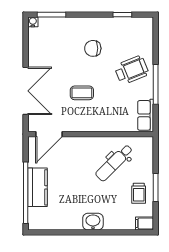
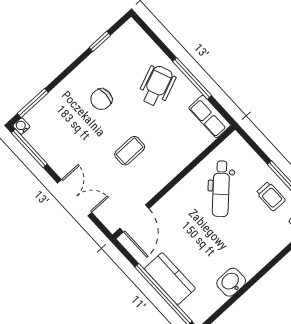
window: (26, 39) -> (29, 148), added
double door: (26, 91) -> (75, 198), width x0.73
washbasin: (93, 222) -> (231, 282), moved

